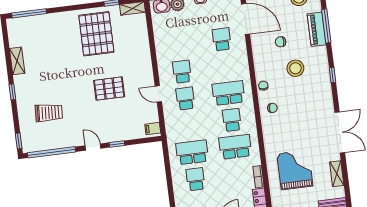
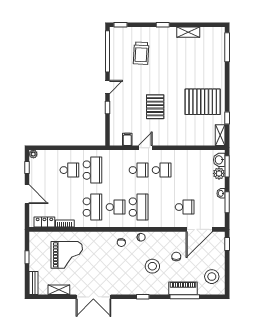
filing cabinet: (153, 129) -> (127, 139), moved

